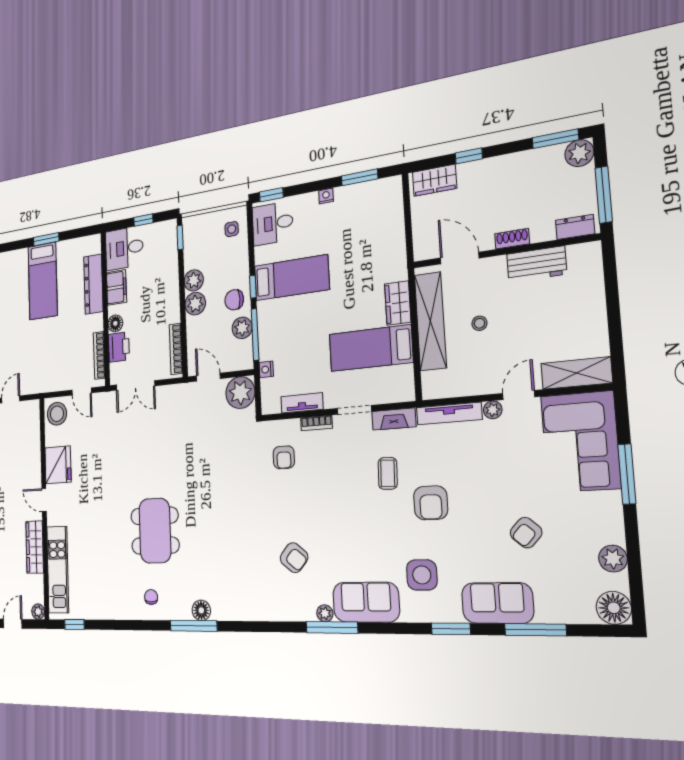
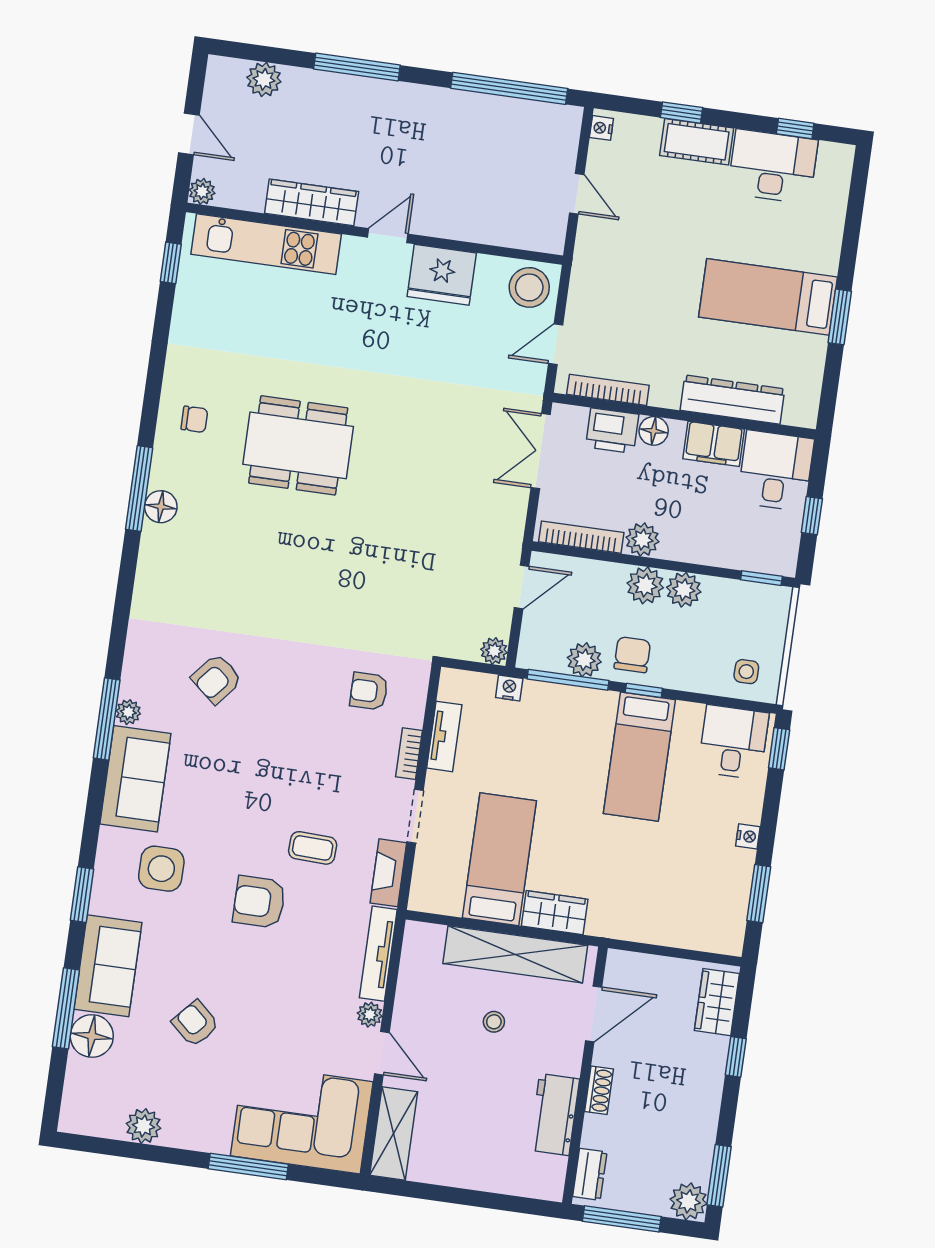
plant: (171, 313) -> (642, 540), added
plant: (240, 393) -> (494, 651), width x0.53, depth x0.53
floor lamp: (614, 608) -> (92, 1036), moved

